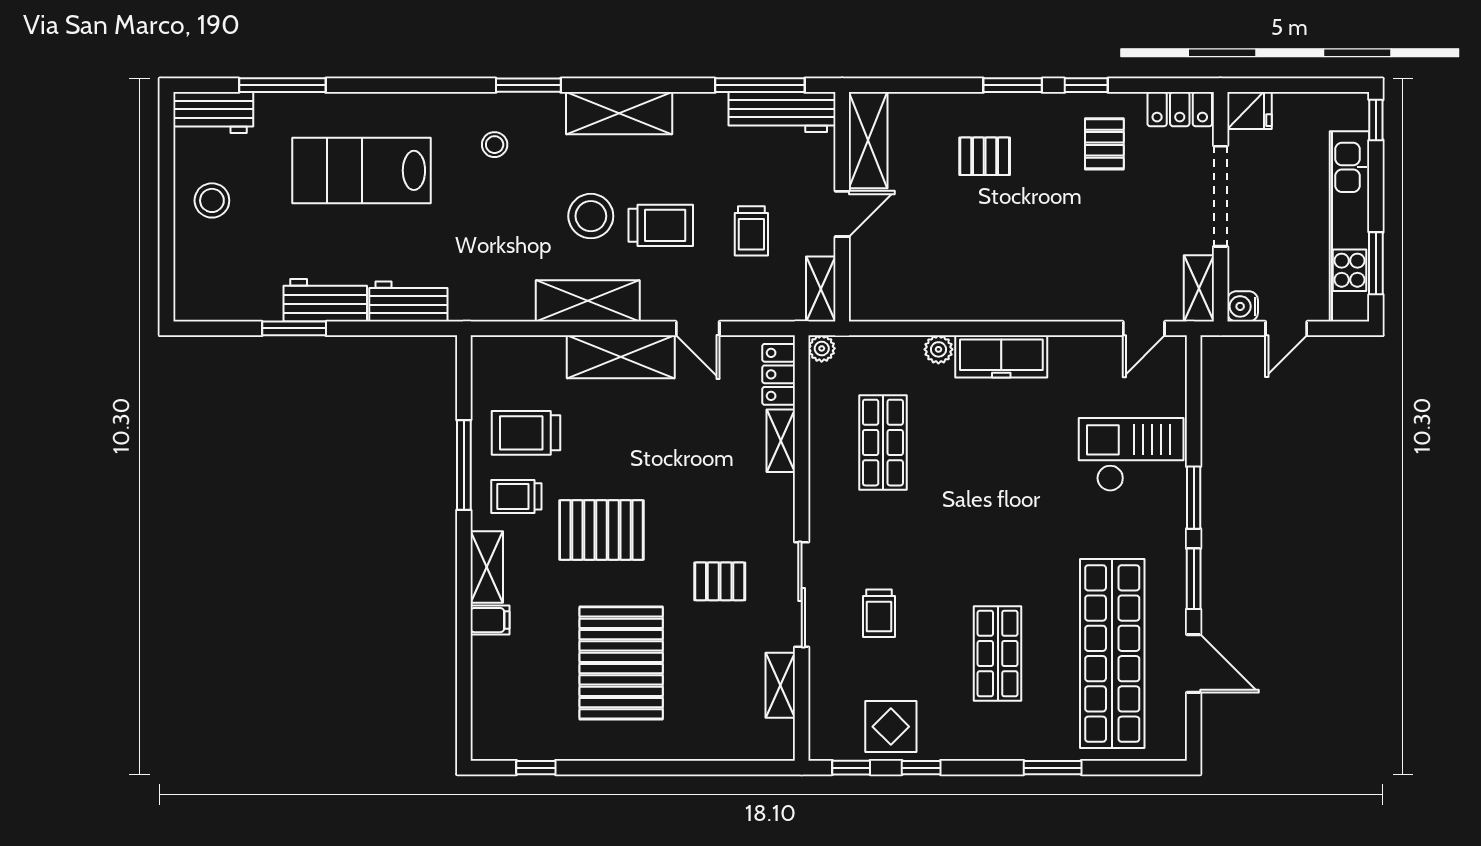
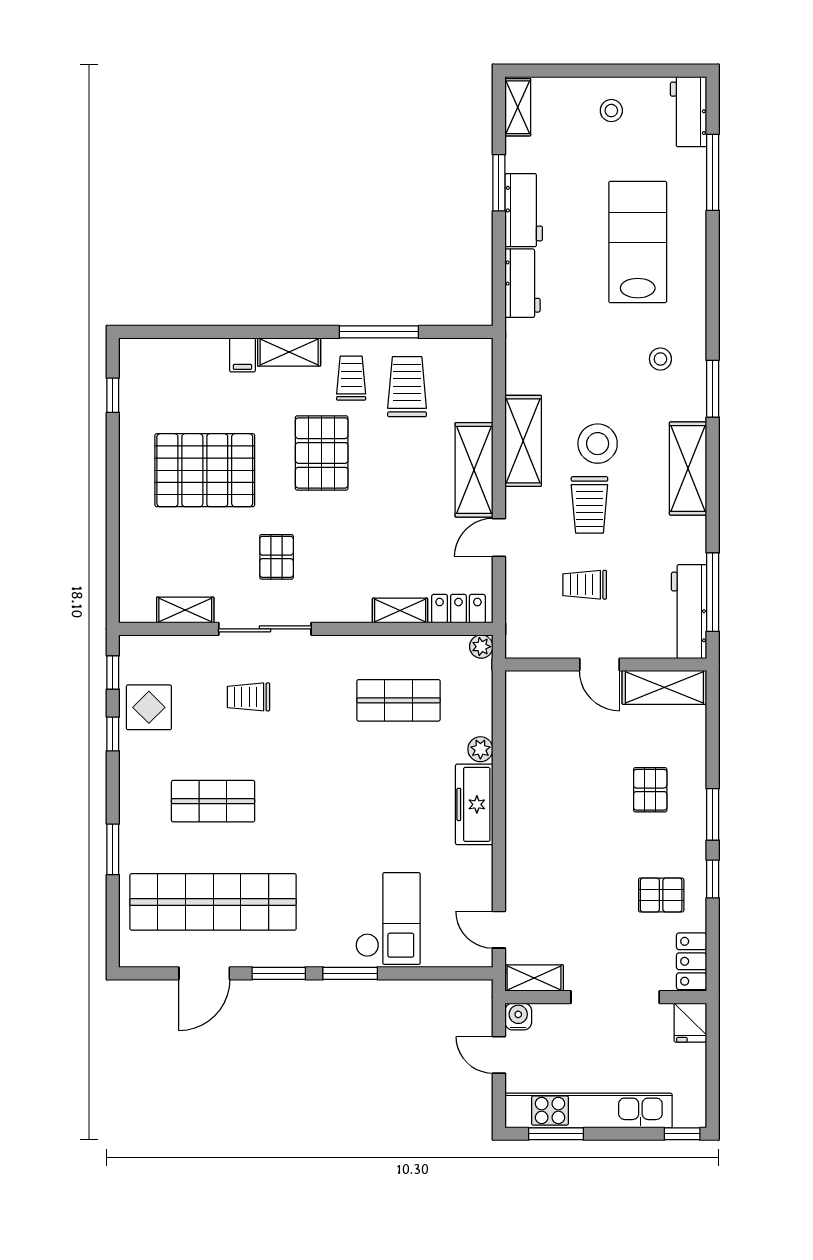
stool: (212, 200) -> (611, 111), width x0.73, depth x0.73
shelving: (821, 289) -> (518, 107), moved, turned 90

